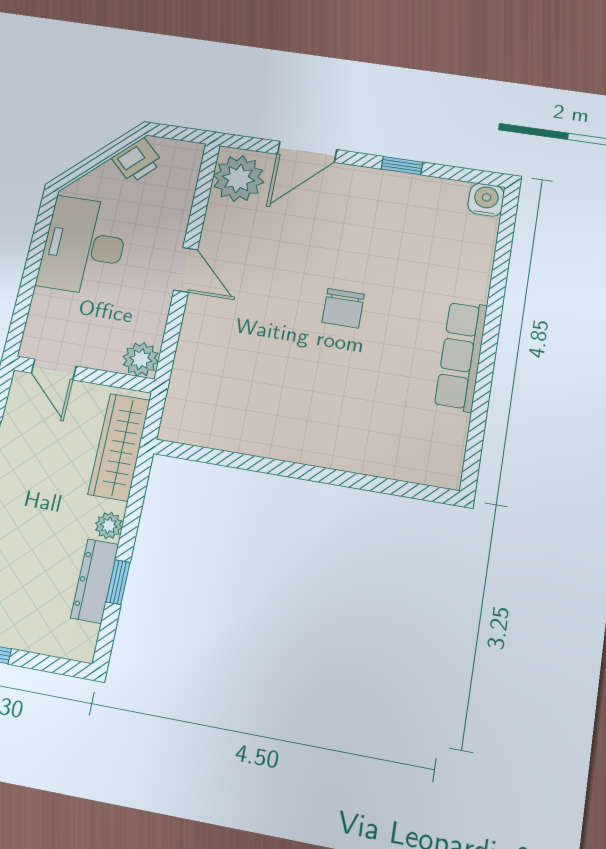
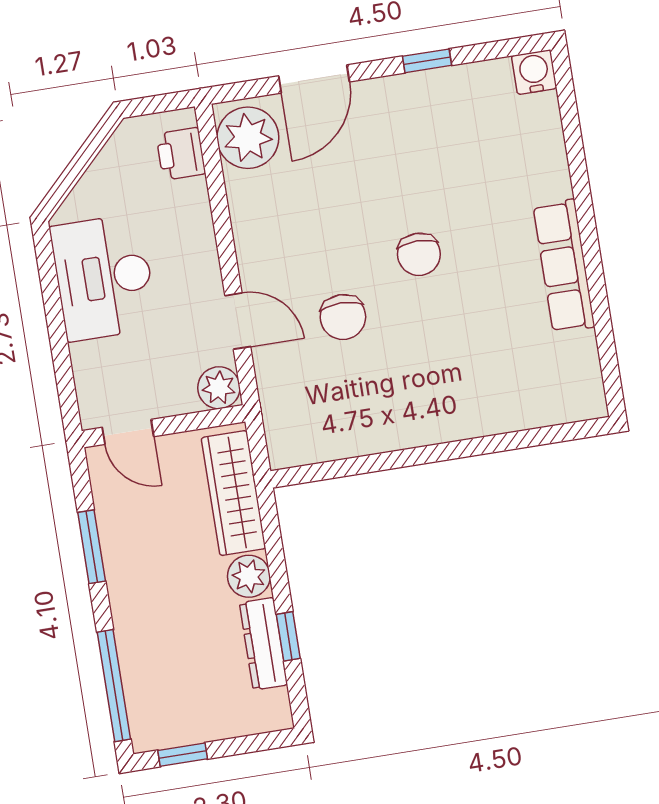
printer: (137, 161) -> (181, 154), moved, turned 135
door: (186, 270) -> (238, 321), moved
chair: (263, 337) -> (343, 317), added
plant: (109, 526) -> (249, 576), width x1.38, depth x1.38

